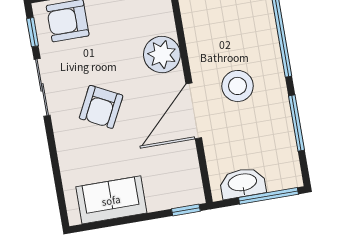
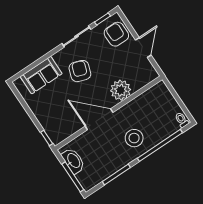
stool: (237, 86) -> (134, 138), moved
armchair: (101, 107) -> (80, 71), turned 82
sofa: (111, 200) -> (41, 75), moved, turned 90

